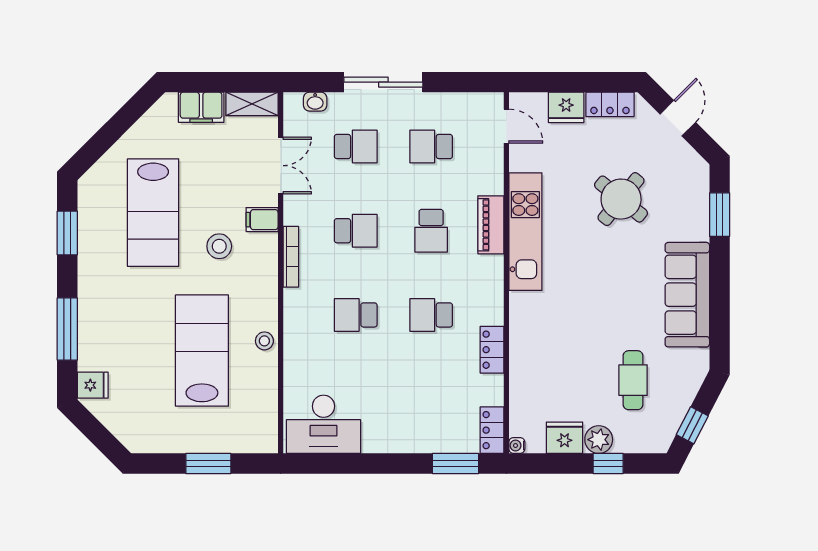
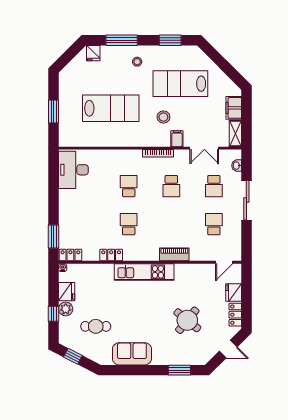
school desk: (431, 231) -> (171, 224), removed
kitchen unit: (525, 232) -> (144, 272), moved
sofa: (687, 295) -> (132, 354), width x0.73
stool: (264, 341) -> (137, 62), moved

